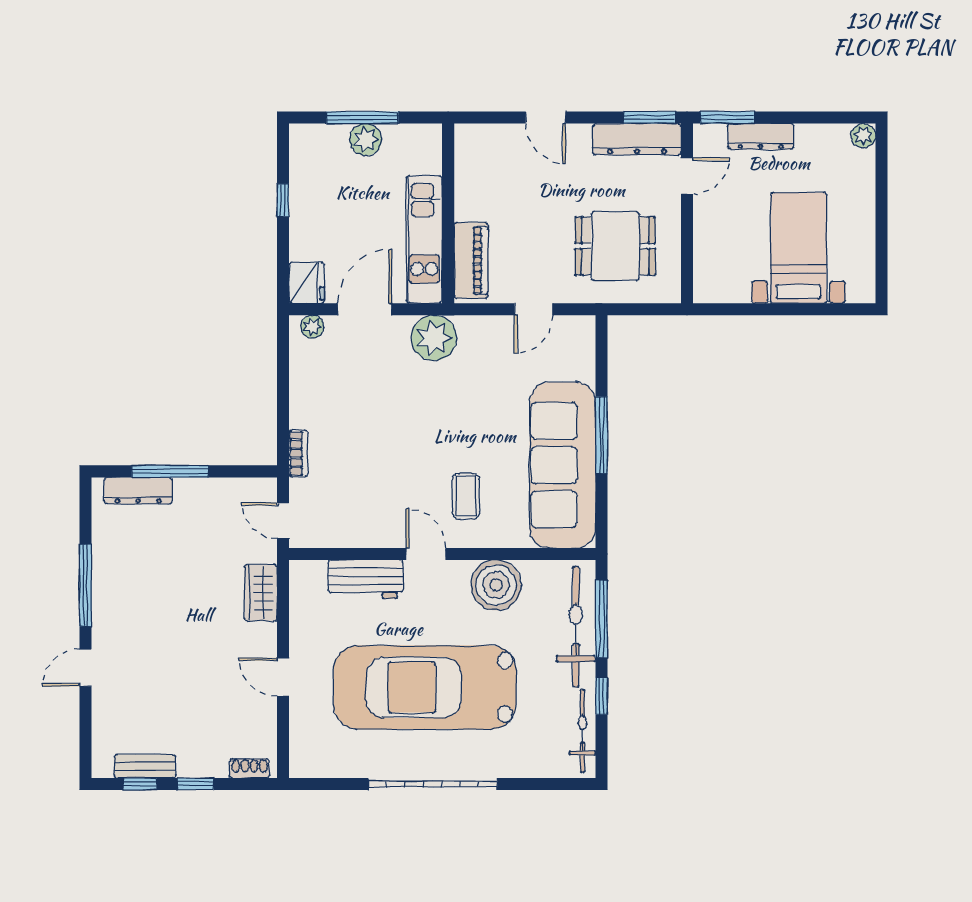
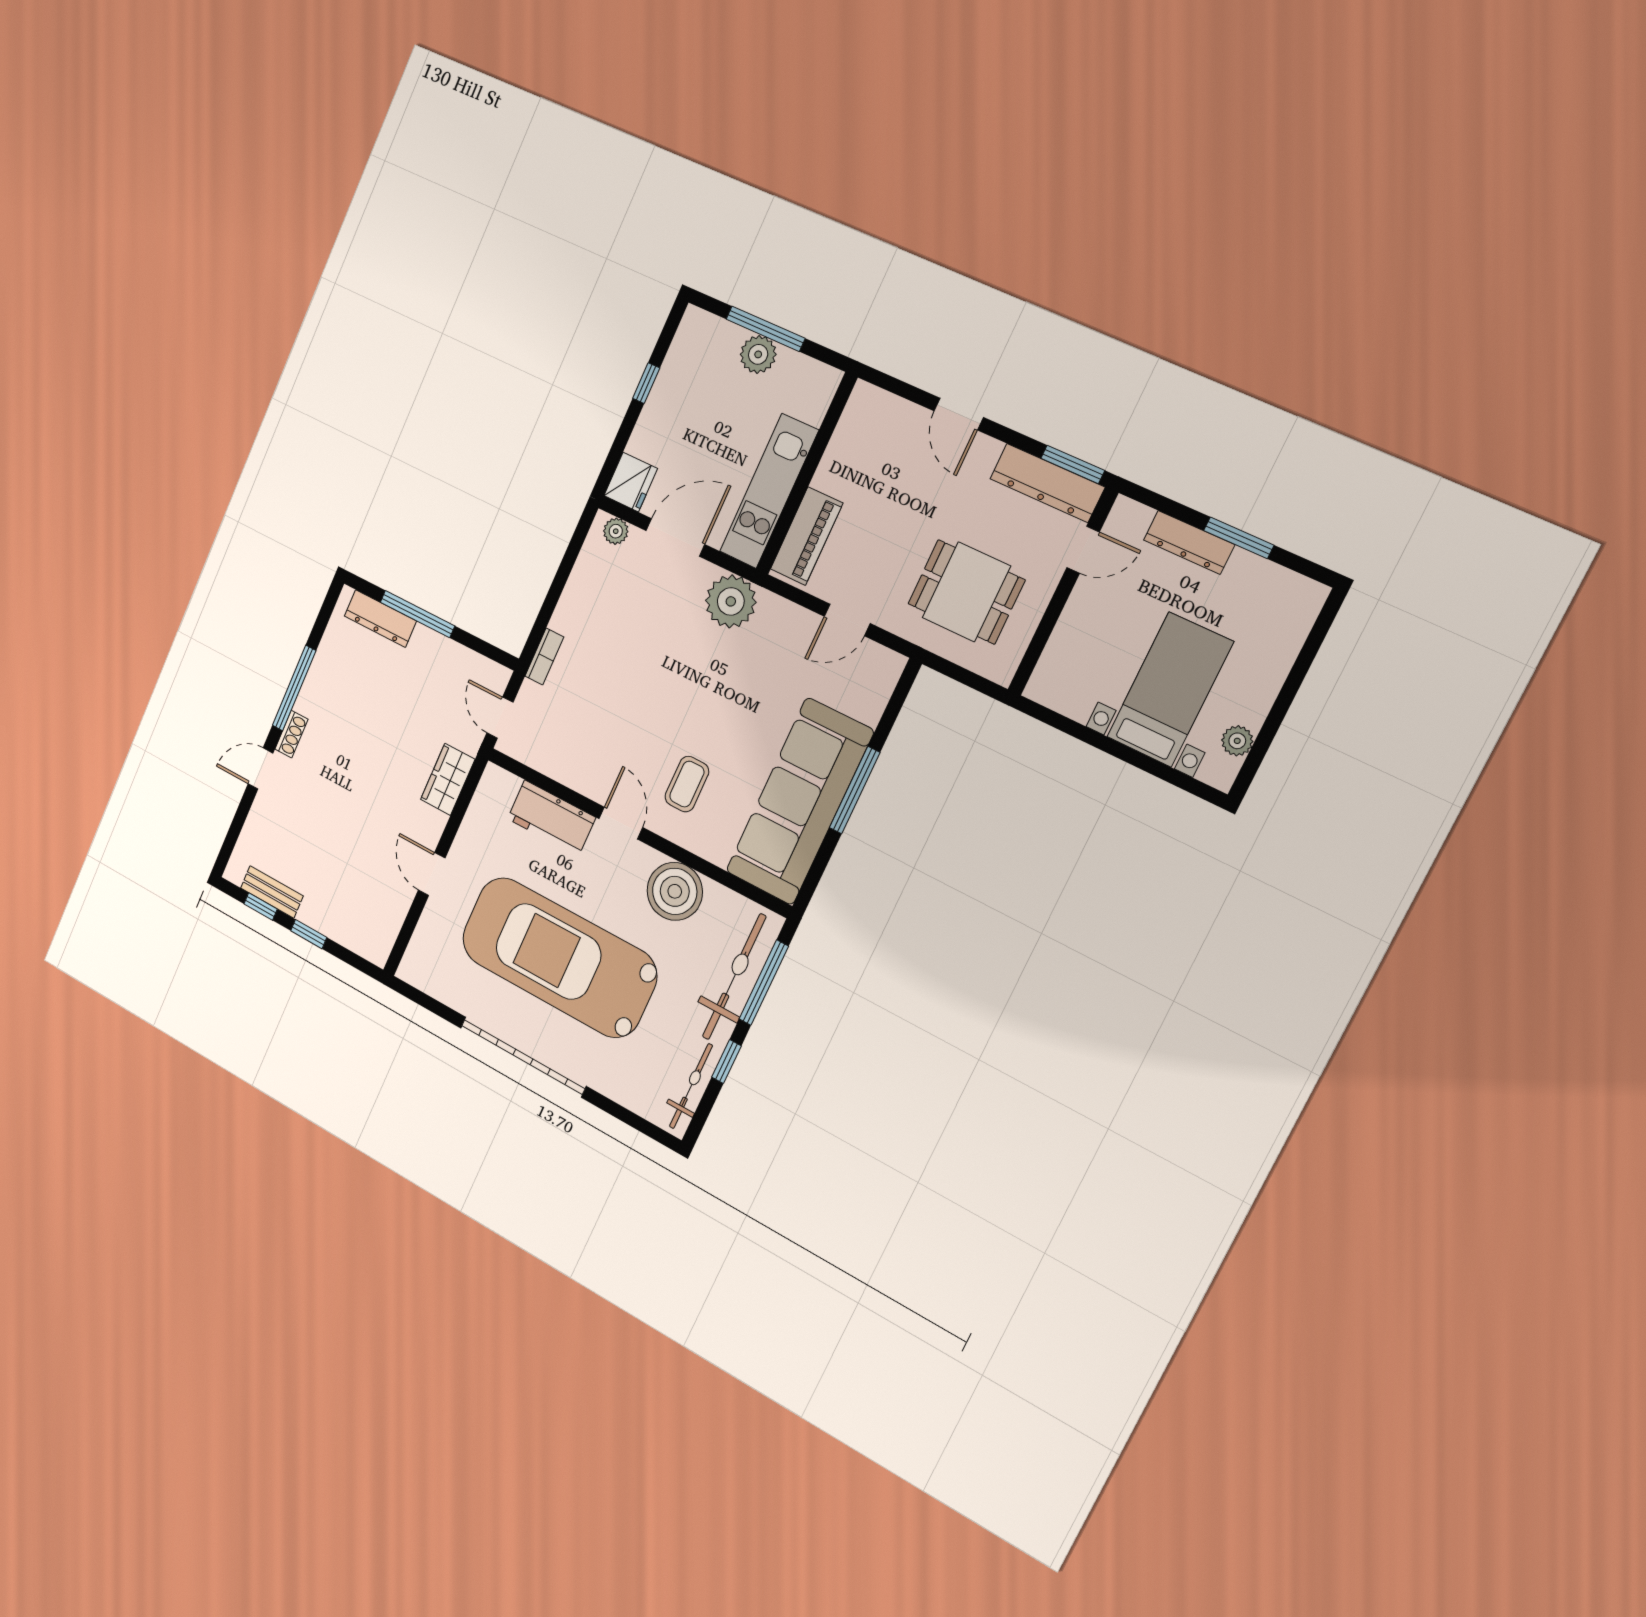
window: (727, 118) -> (1239, 538), moved
plant: (863, 136) -> (1237, 741), moved
shoe rack: (250, 768) -> (291, 734), moved, turned 90

